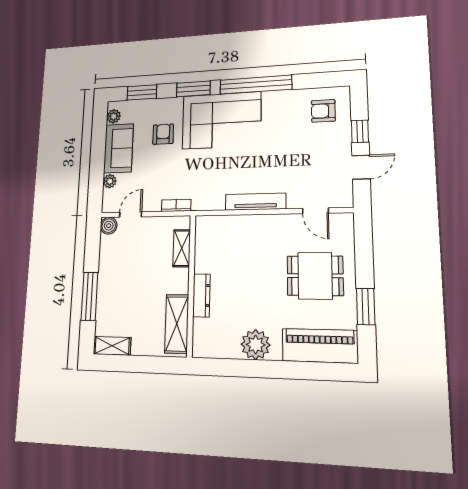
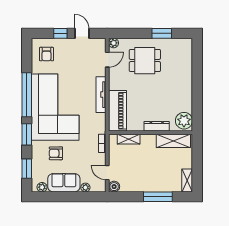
corner sofa: (221, 120) -> (55, 107), width x1.36, depth x1.36
plant: (345, 221) -> (114, 43), added
dining table: (315, 276) -> (145, 61), turned 90
plant: (256, 345) -> (184, 121), moved
piano: (320, 346) -> (118, 111), moved, turned 180

